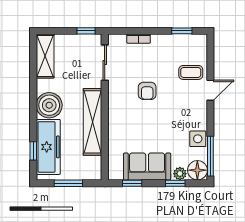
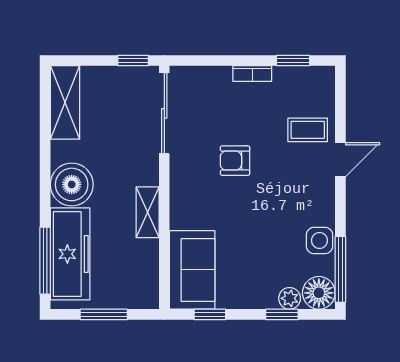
bookcase: (139, 39) -> (252, 73), moved
sliding door: (105, 63) -> (164, 113), width x1.37
armchair: (147, 91) -> (235, 161), turned 90
shelving: (92, 122) -> (148, 212), width x0.45, depth x0.75
window: (33, 151) -> (45, 261), width x2.17
sofa: (147, 166) -> (192, 270), moved, turned 90

